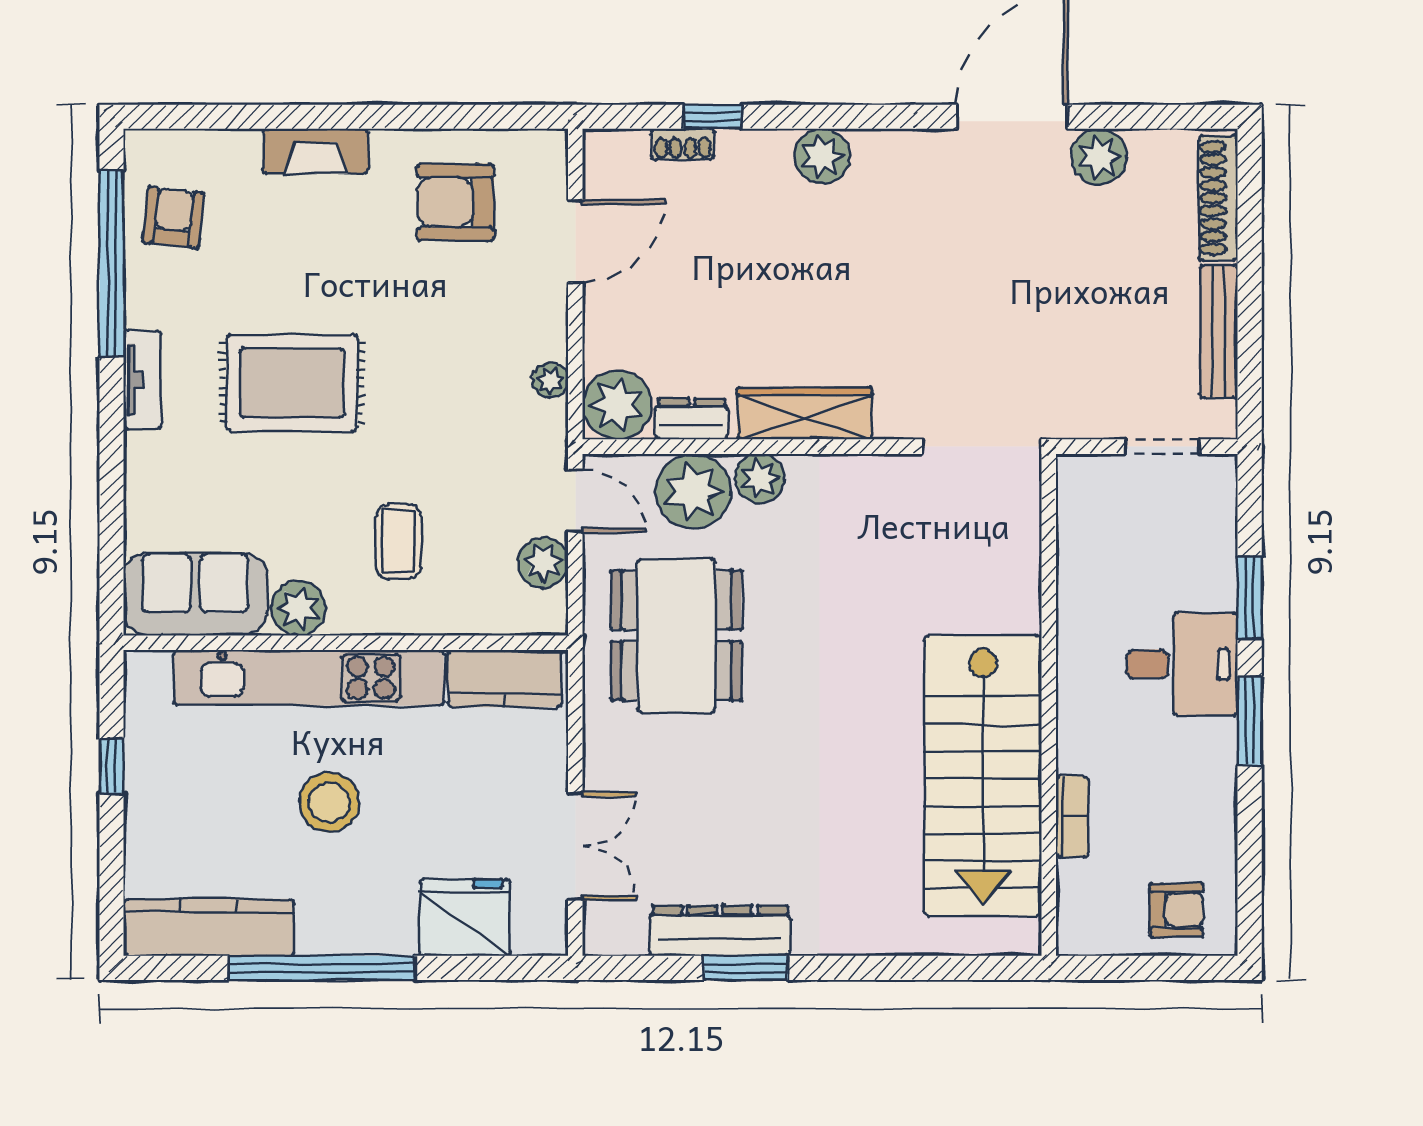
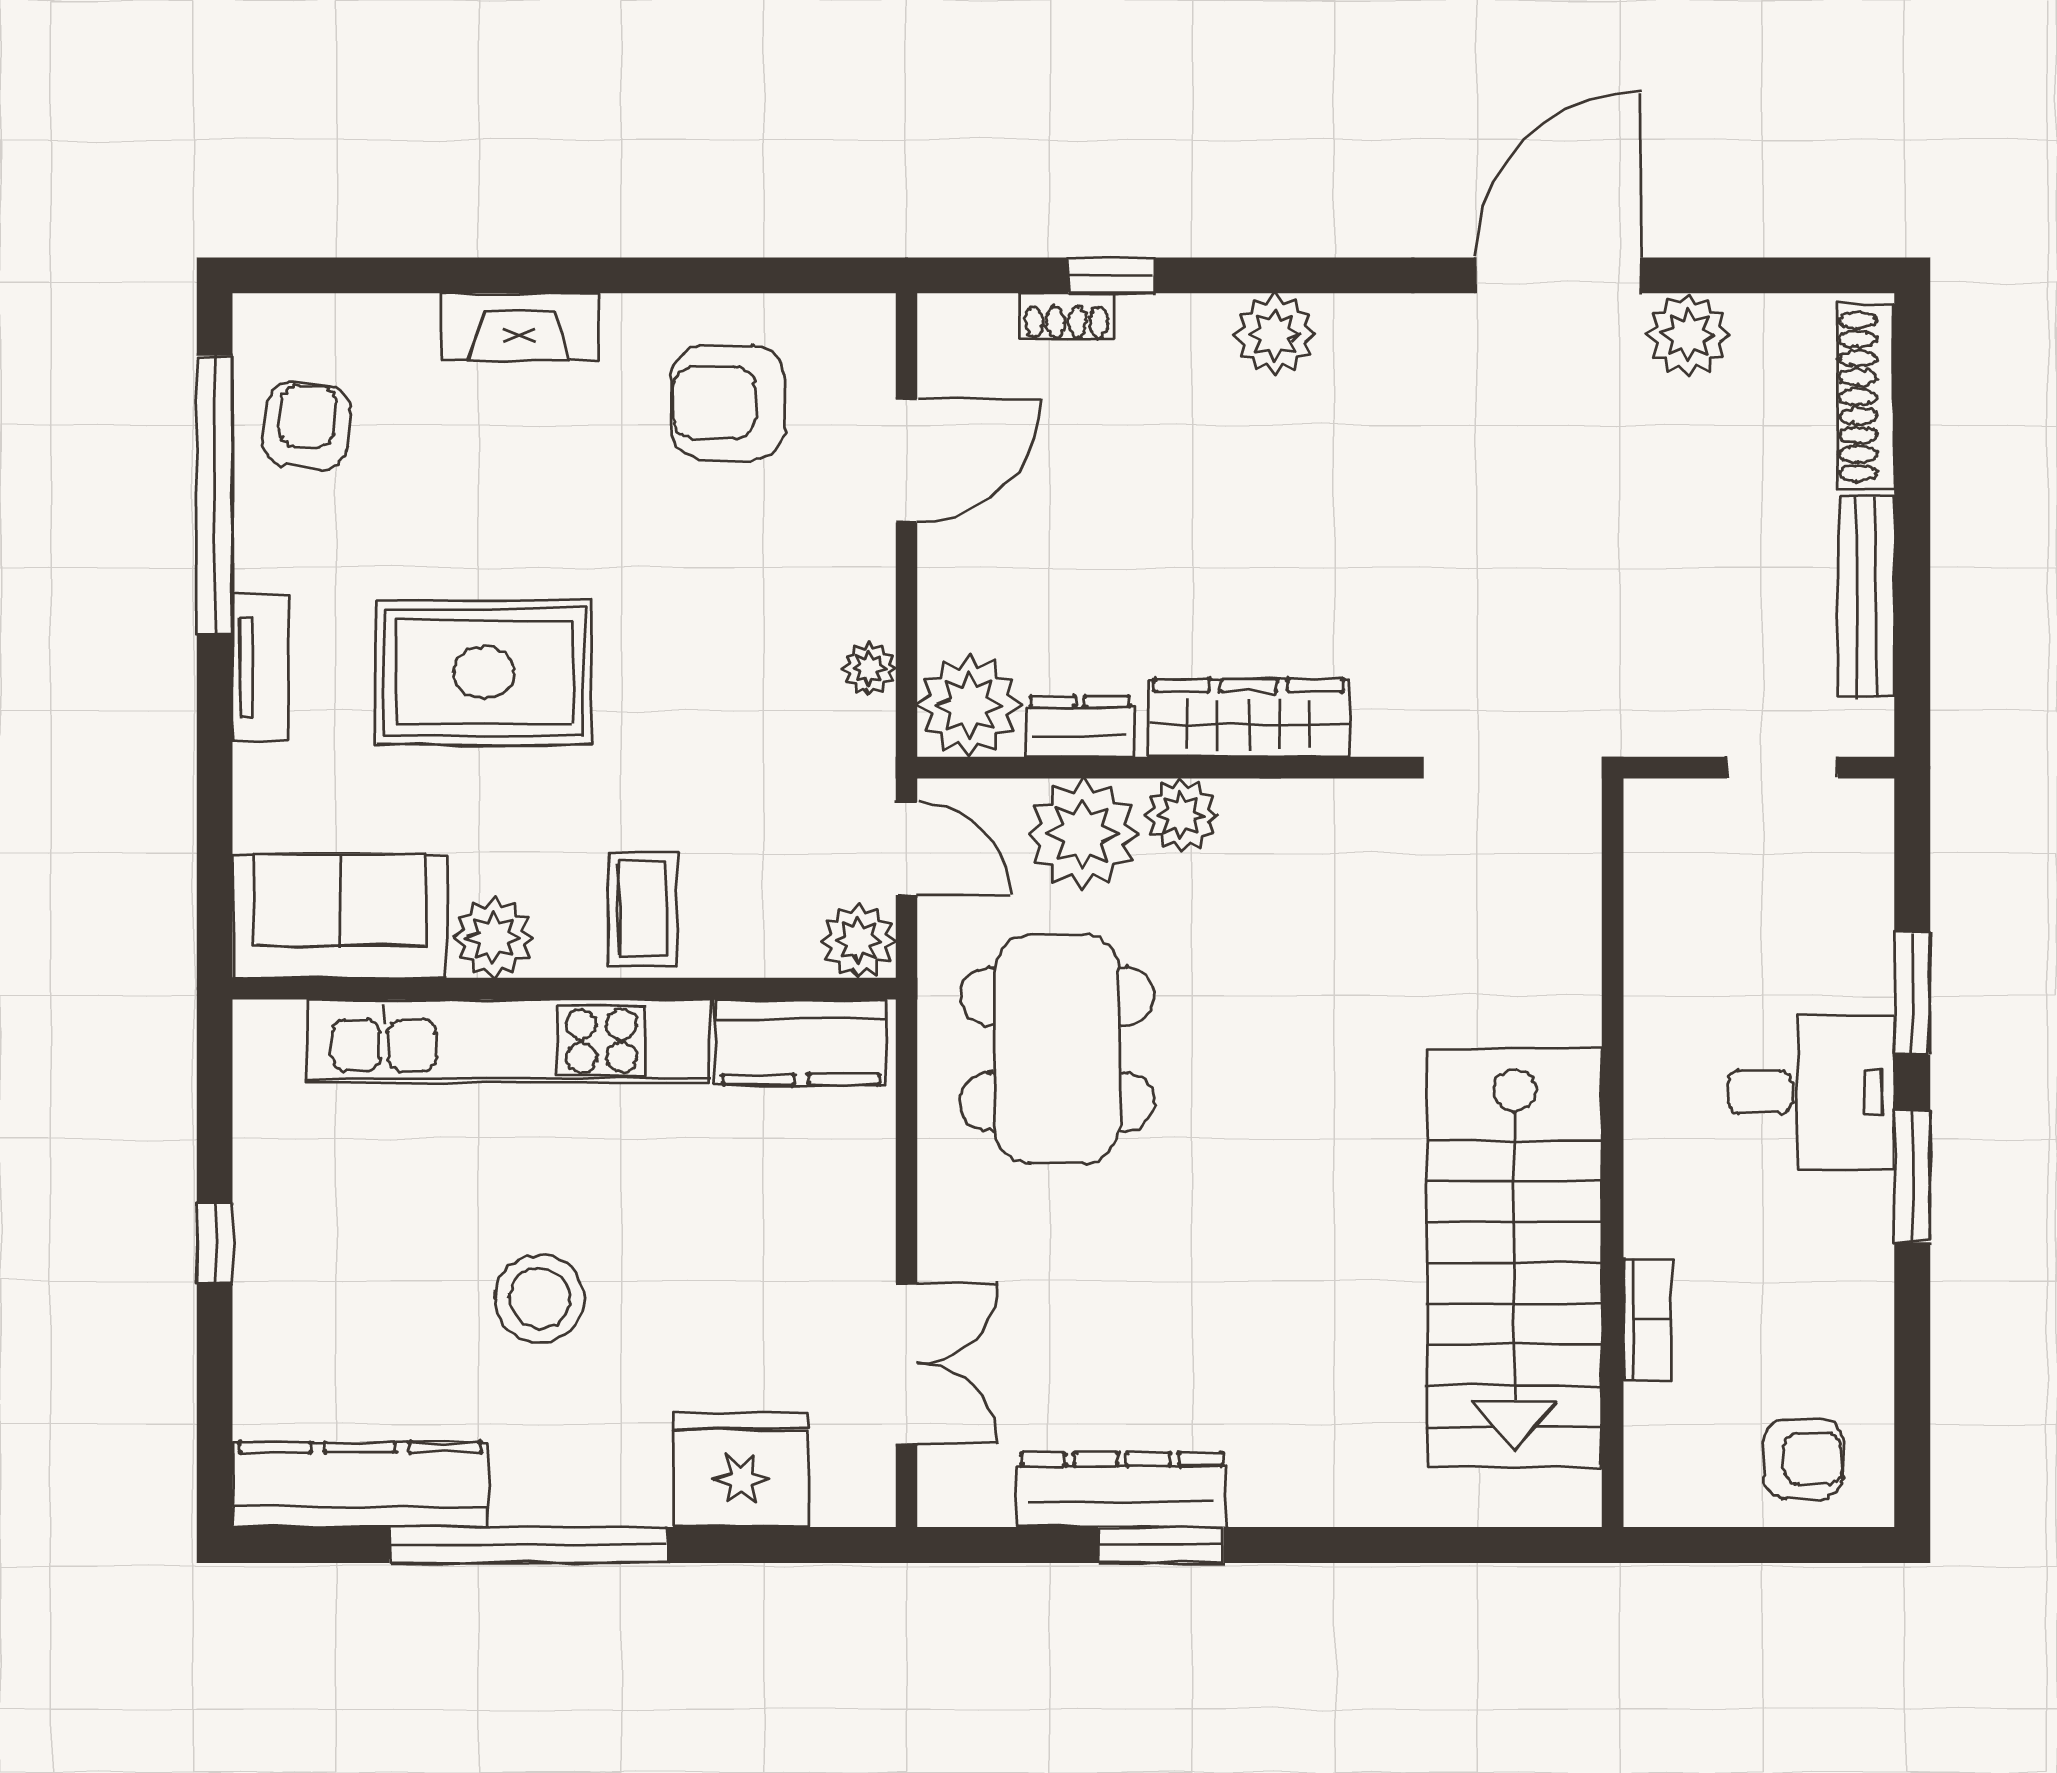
sofa: (195, 594) -> (340, 916), moved
plant: (298, 608) -> (493, 937), moved
wall: (346, 643) -> (564, 989), moved
kitchen unit: (309, 678) -> (509, 1041), moved
kitchen counter: (505, 678) -> (801, 1042), moved

